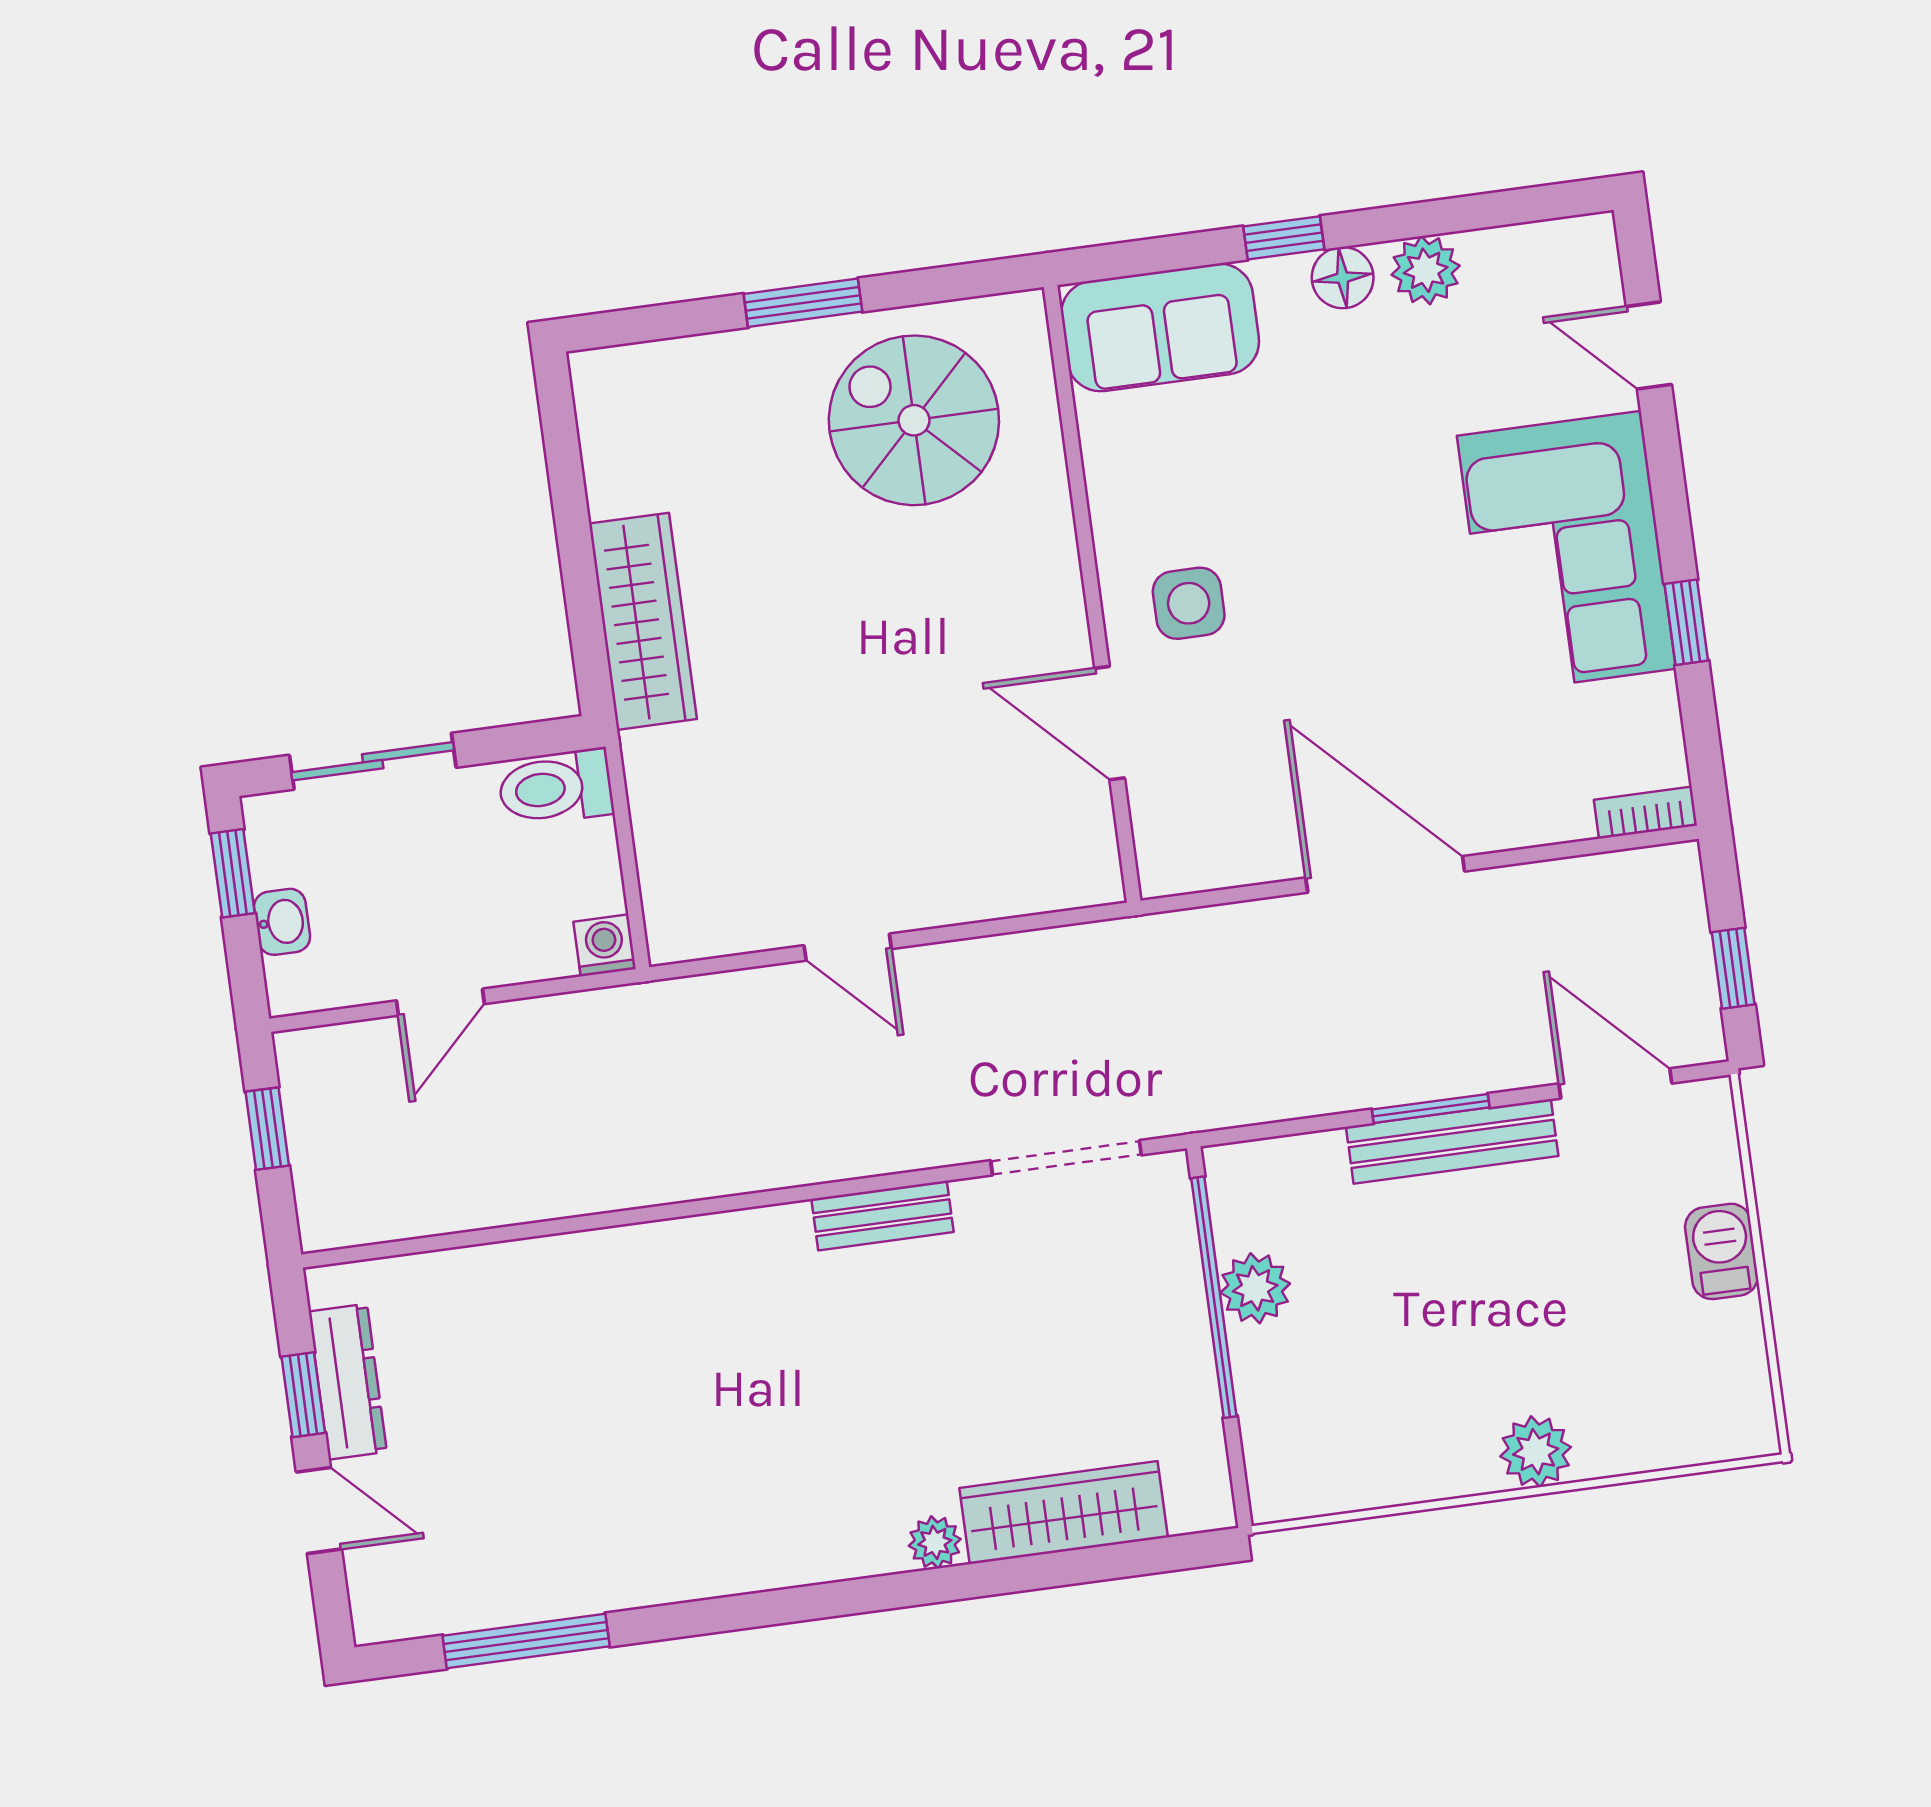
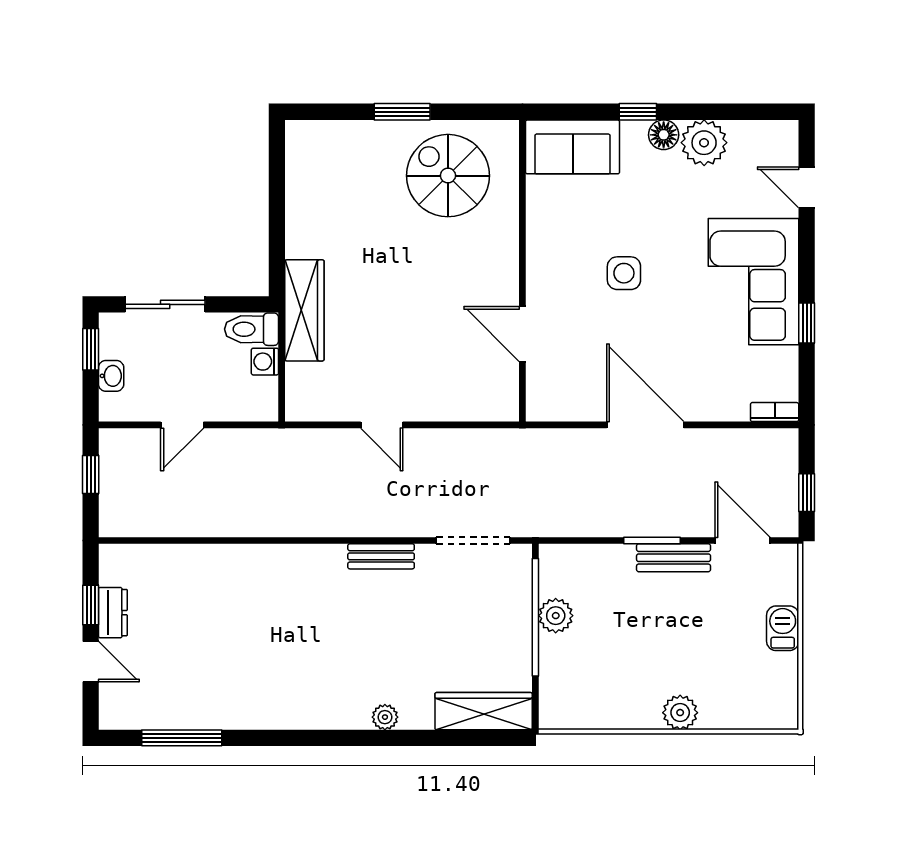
plant: (1426, 270) -> (704, 143), width x1.36, depth x1.36
side table: (1189, 603) -> (624, 273), moved
wardrobe: (643, 621) -> (304, 310), moved
washing machine: (605, 945) -> (265, 362), moved, turned -90
bench: (1452, 1141) -> (674, 558), width x0.73
dresser: (348, 1382) -> (113, 613), width x0.70
wardrobe: (1064, 1513) -> (484, 711), moved

